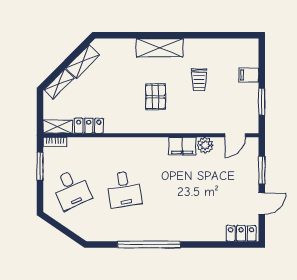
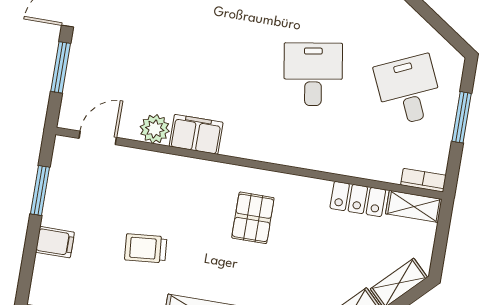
trolley: (199, 80) -> (146, 248), turned -95
pallet: (156, 97) -> (253, 218), moved
window: (40, 166) -> (462, 117), moved

